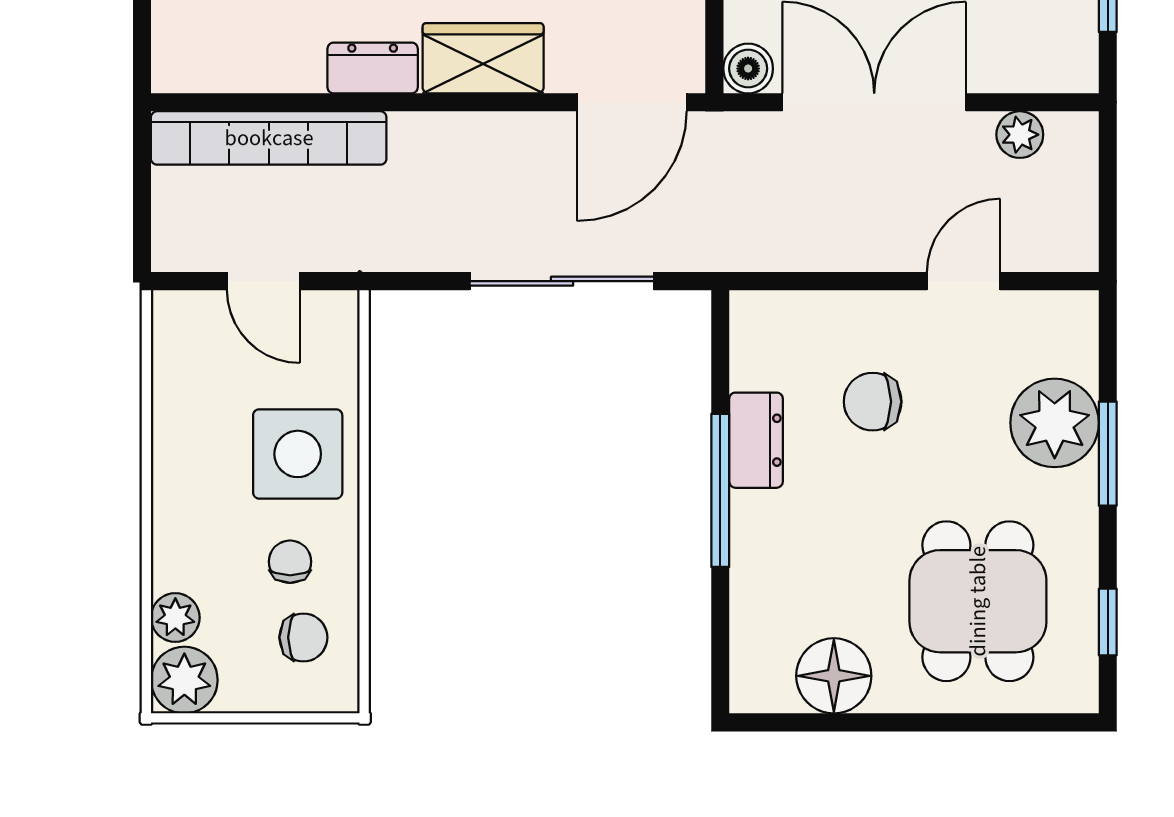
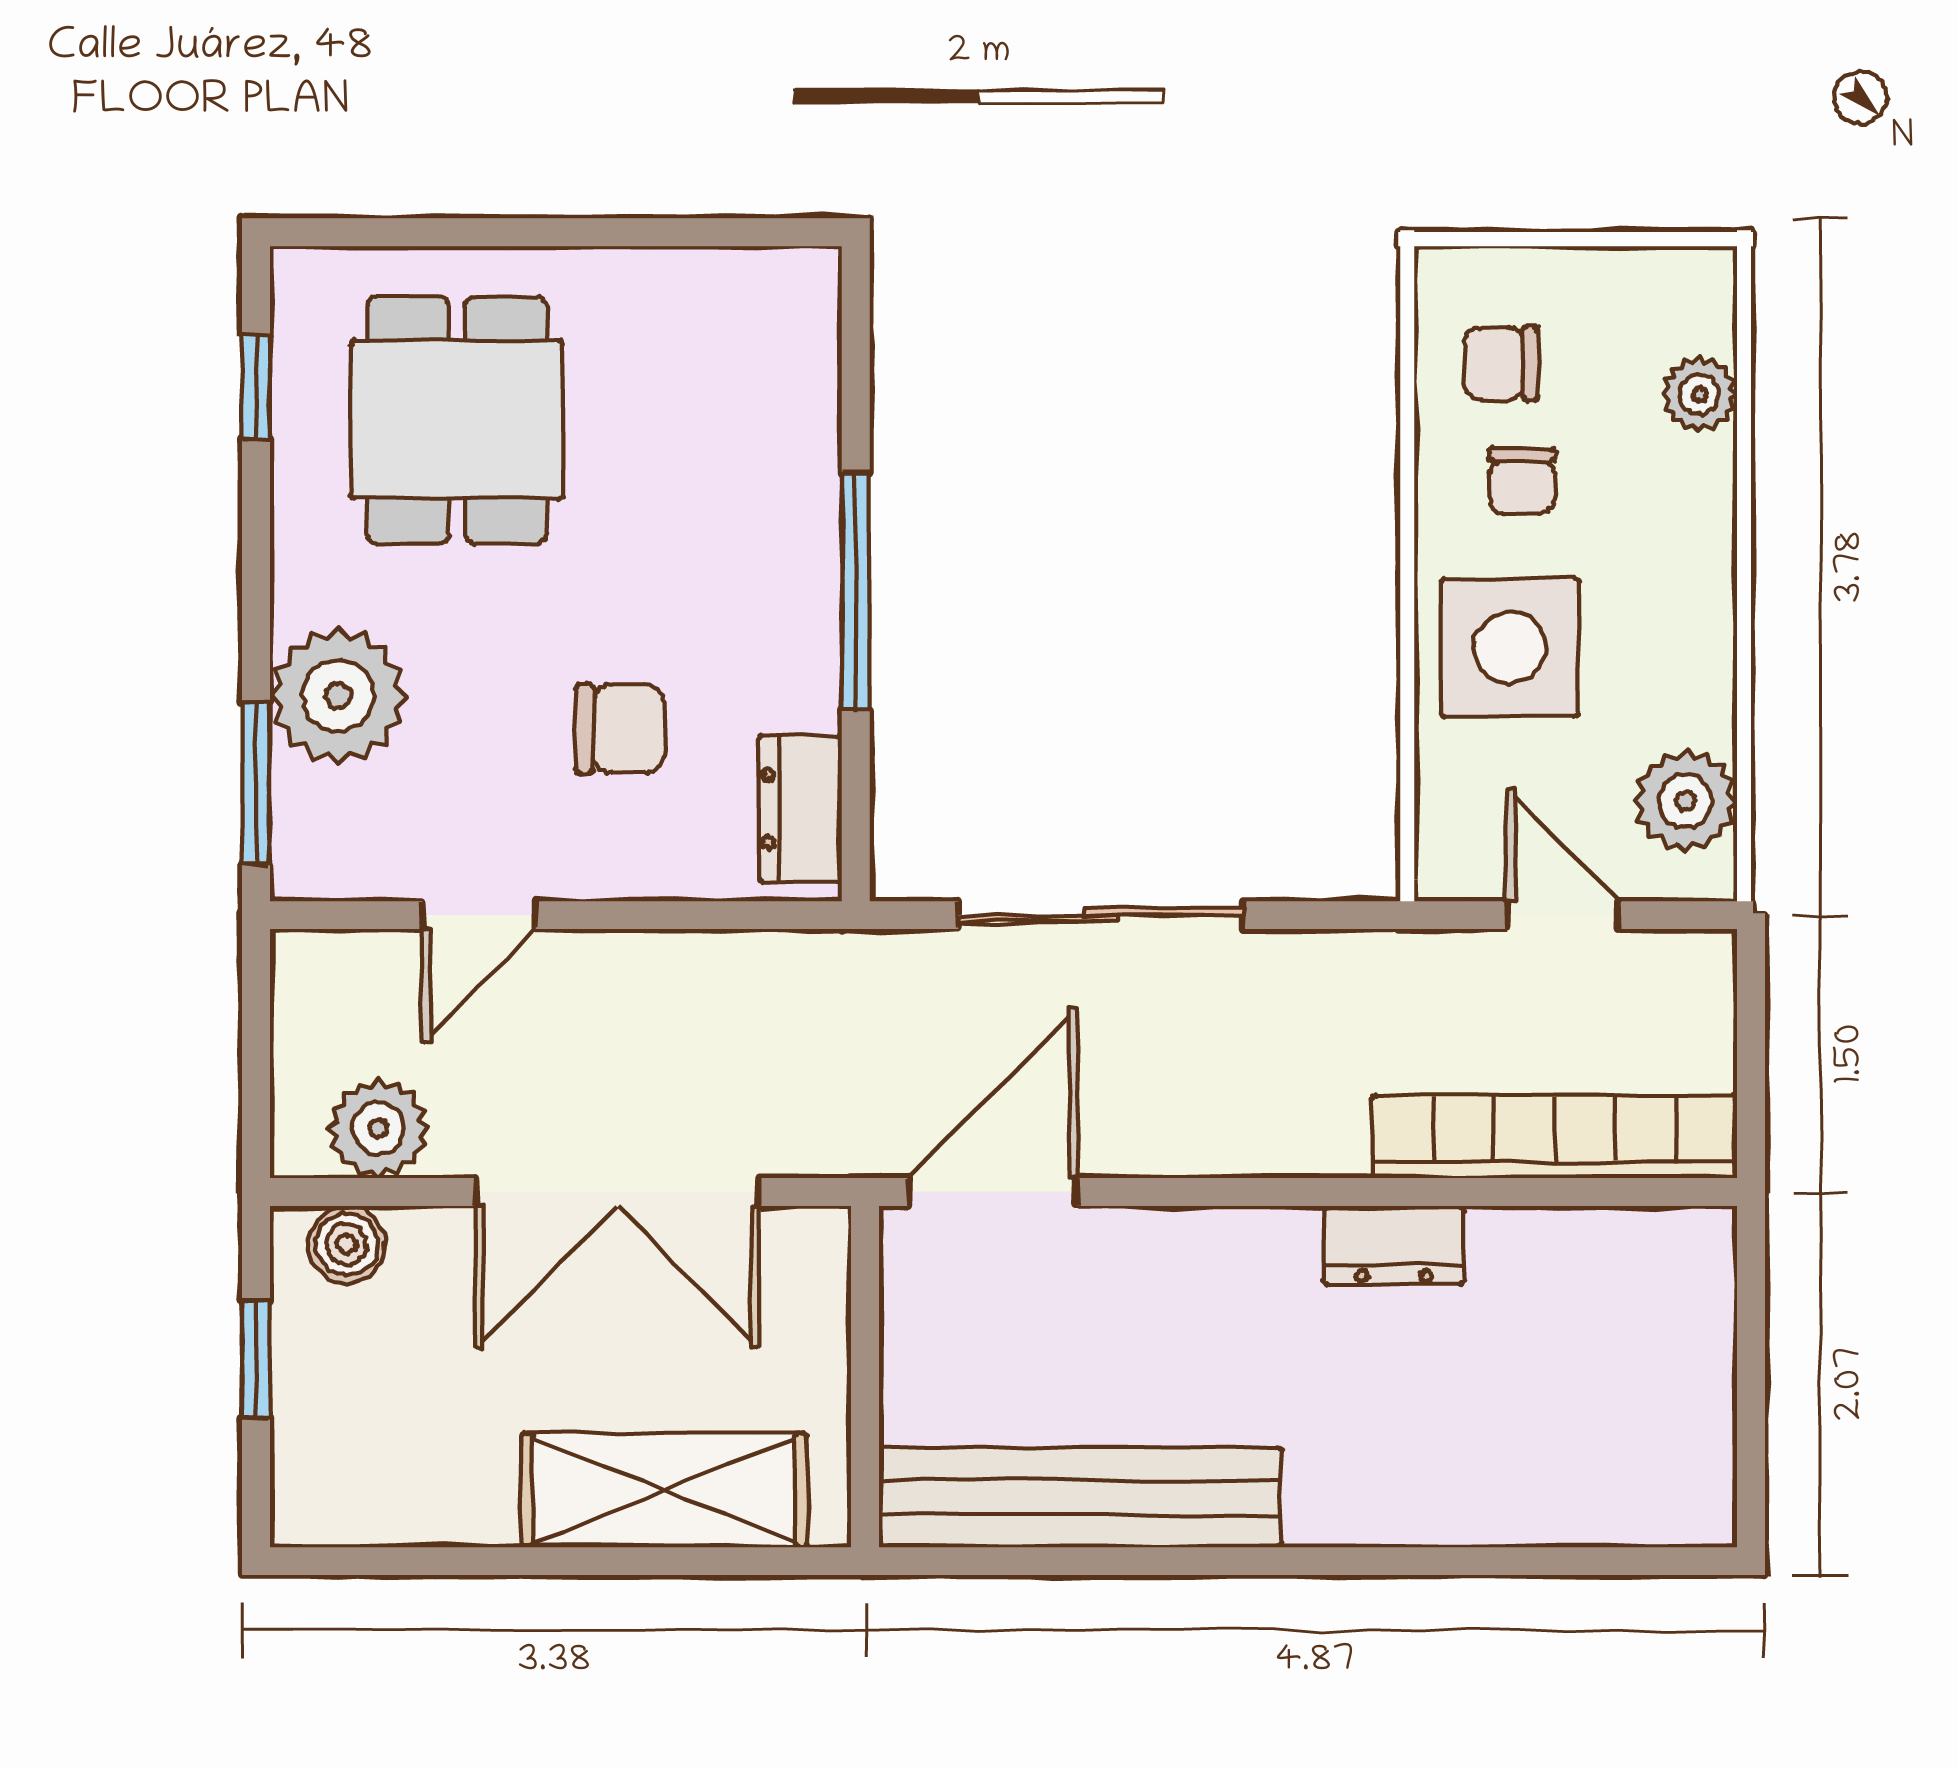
wardrobe: (483, 58) -> (1223, 1260), removed
boiler: (748, 69) -> (347, 1244), moved
plant: (1020, 135) -> (379, 1128), width x1.38, depth x1.38
dresser: (756, 440) -> (800, 809), moved
window: (1108, 454) -> (256, 784), moved
floor lamp: (834, 676) -> (680, 304), removed
plant: (184, 680) -> (1685, 801), moved

